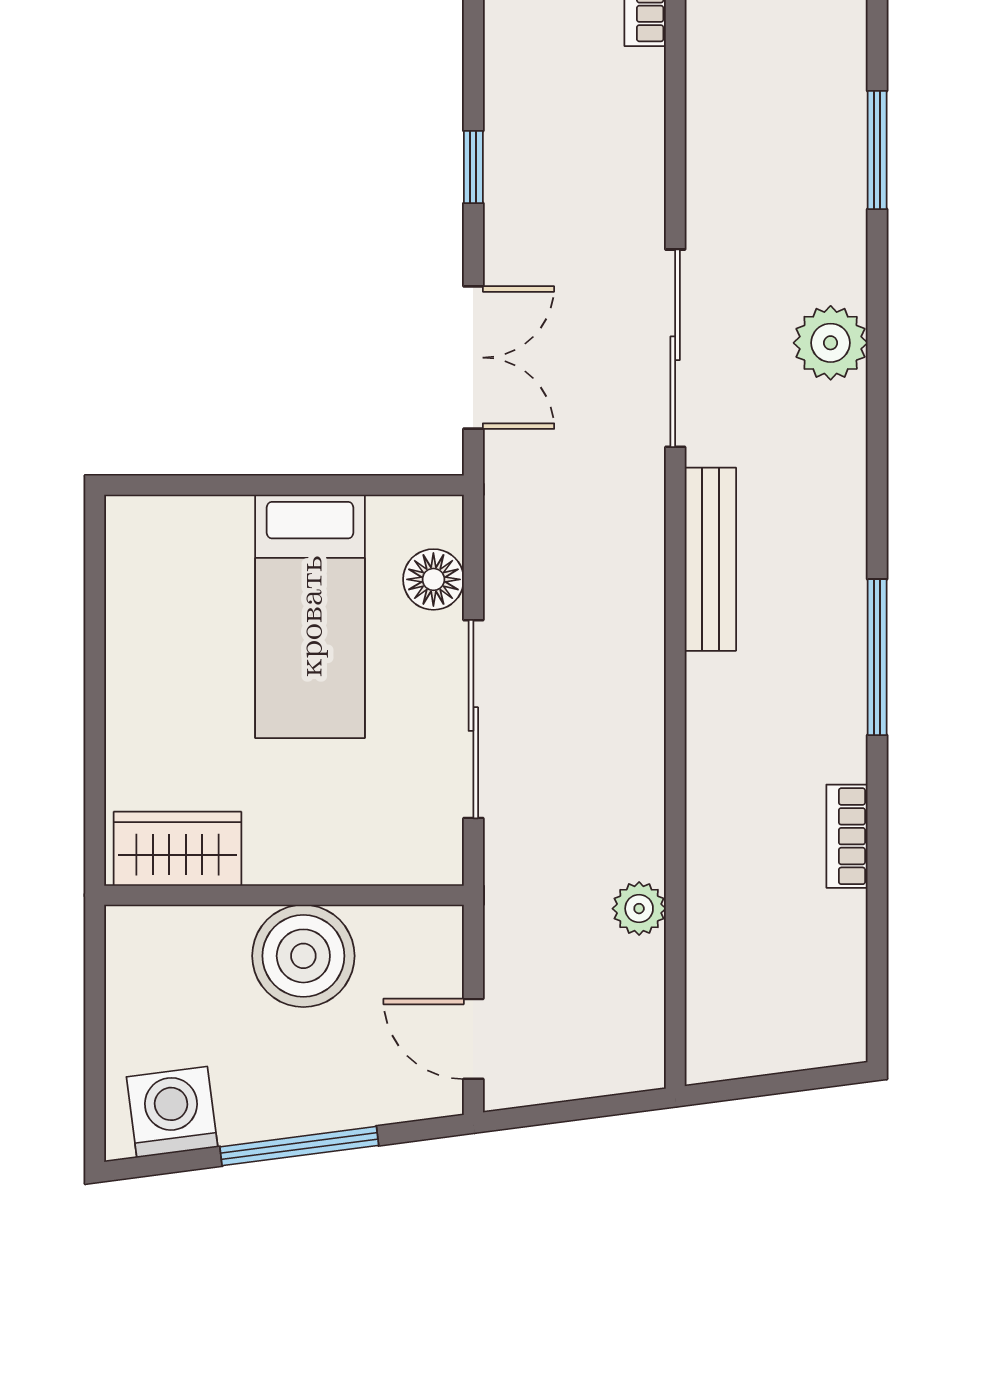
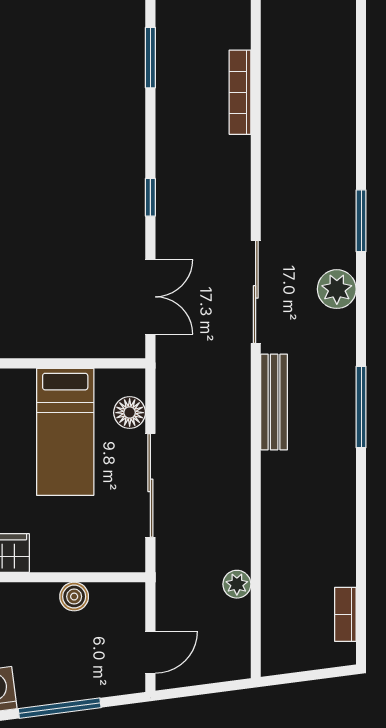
window: (877, 150) -> (361, 221), moved
window: (877, 657) -> (361, 407), moved
bookcase: (847, 836) -> (345, 614), moved
boiler: (303, 956) -> (74, 597), width x0.54, depth x0.54
door: (473, 1039) -> (150, 652), swing flipped

